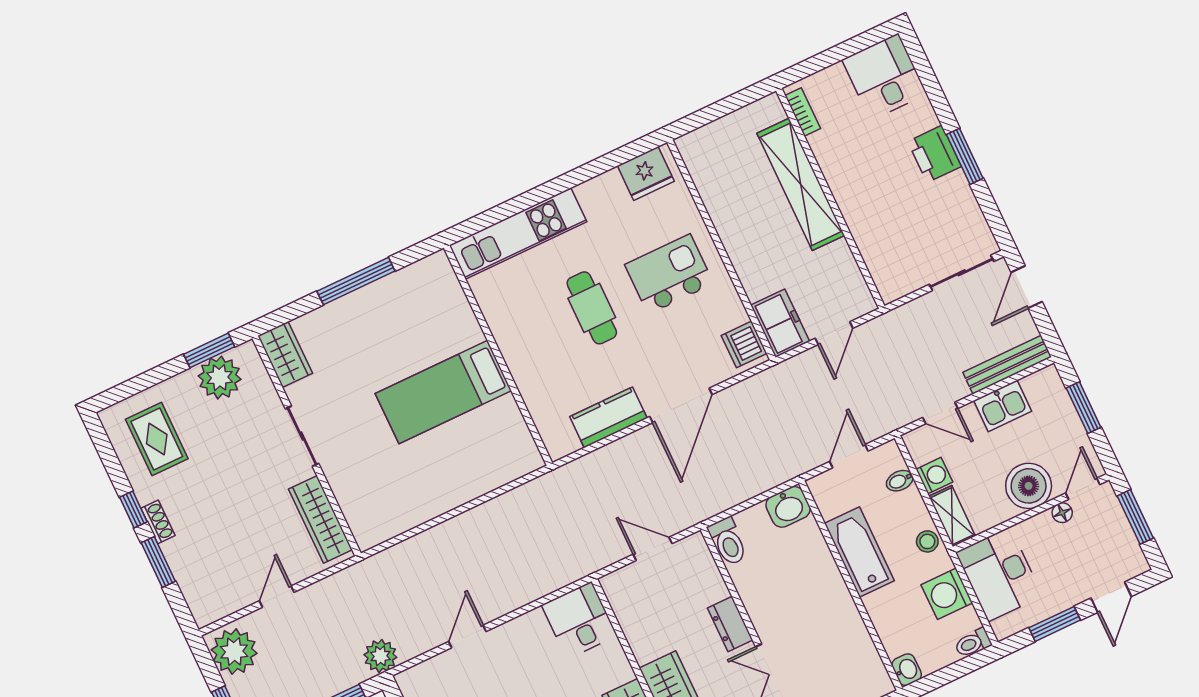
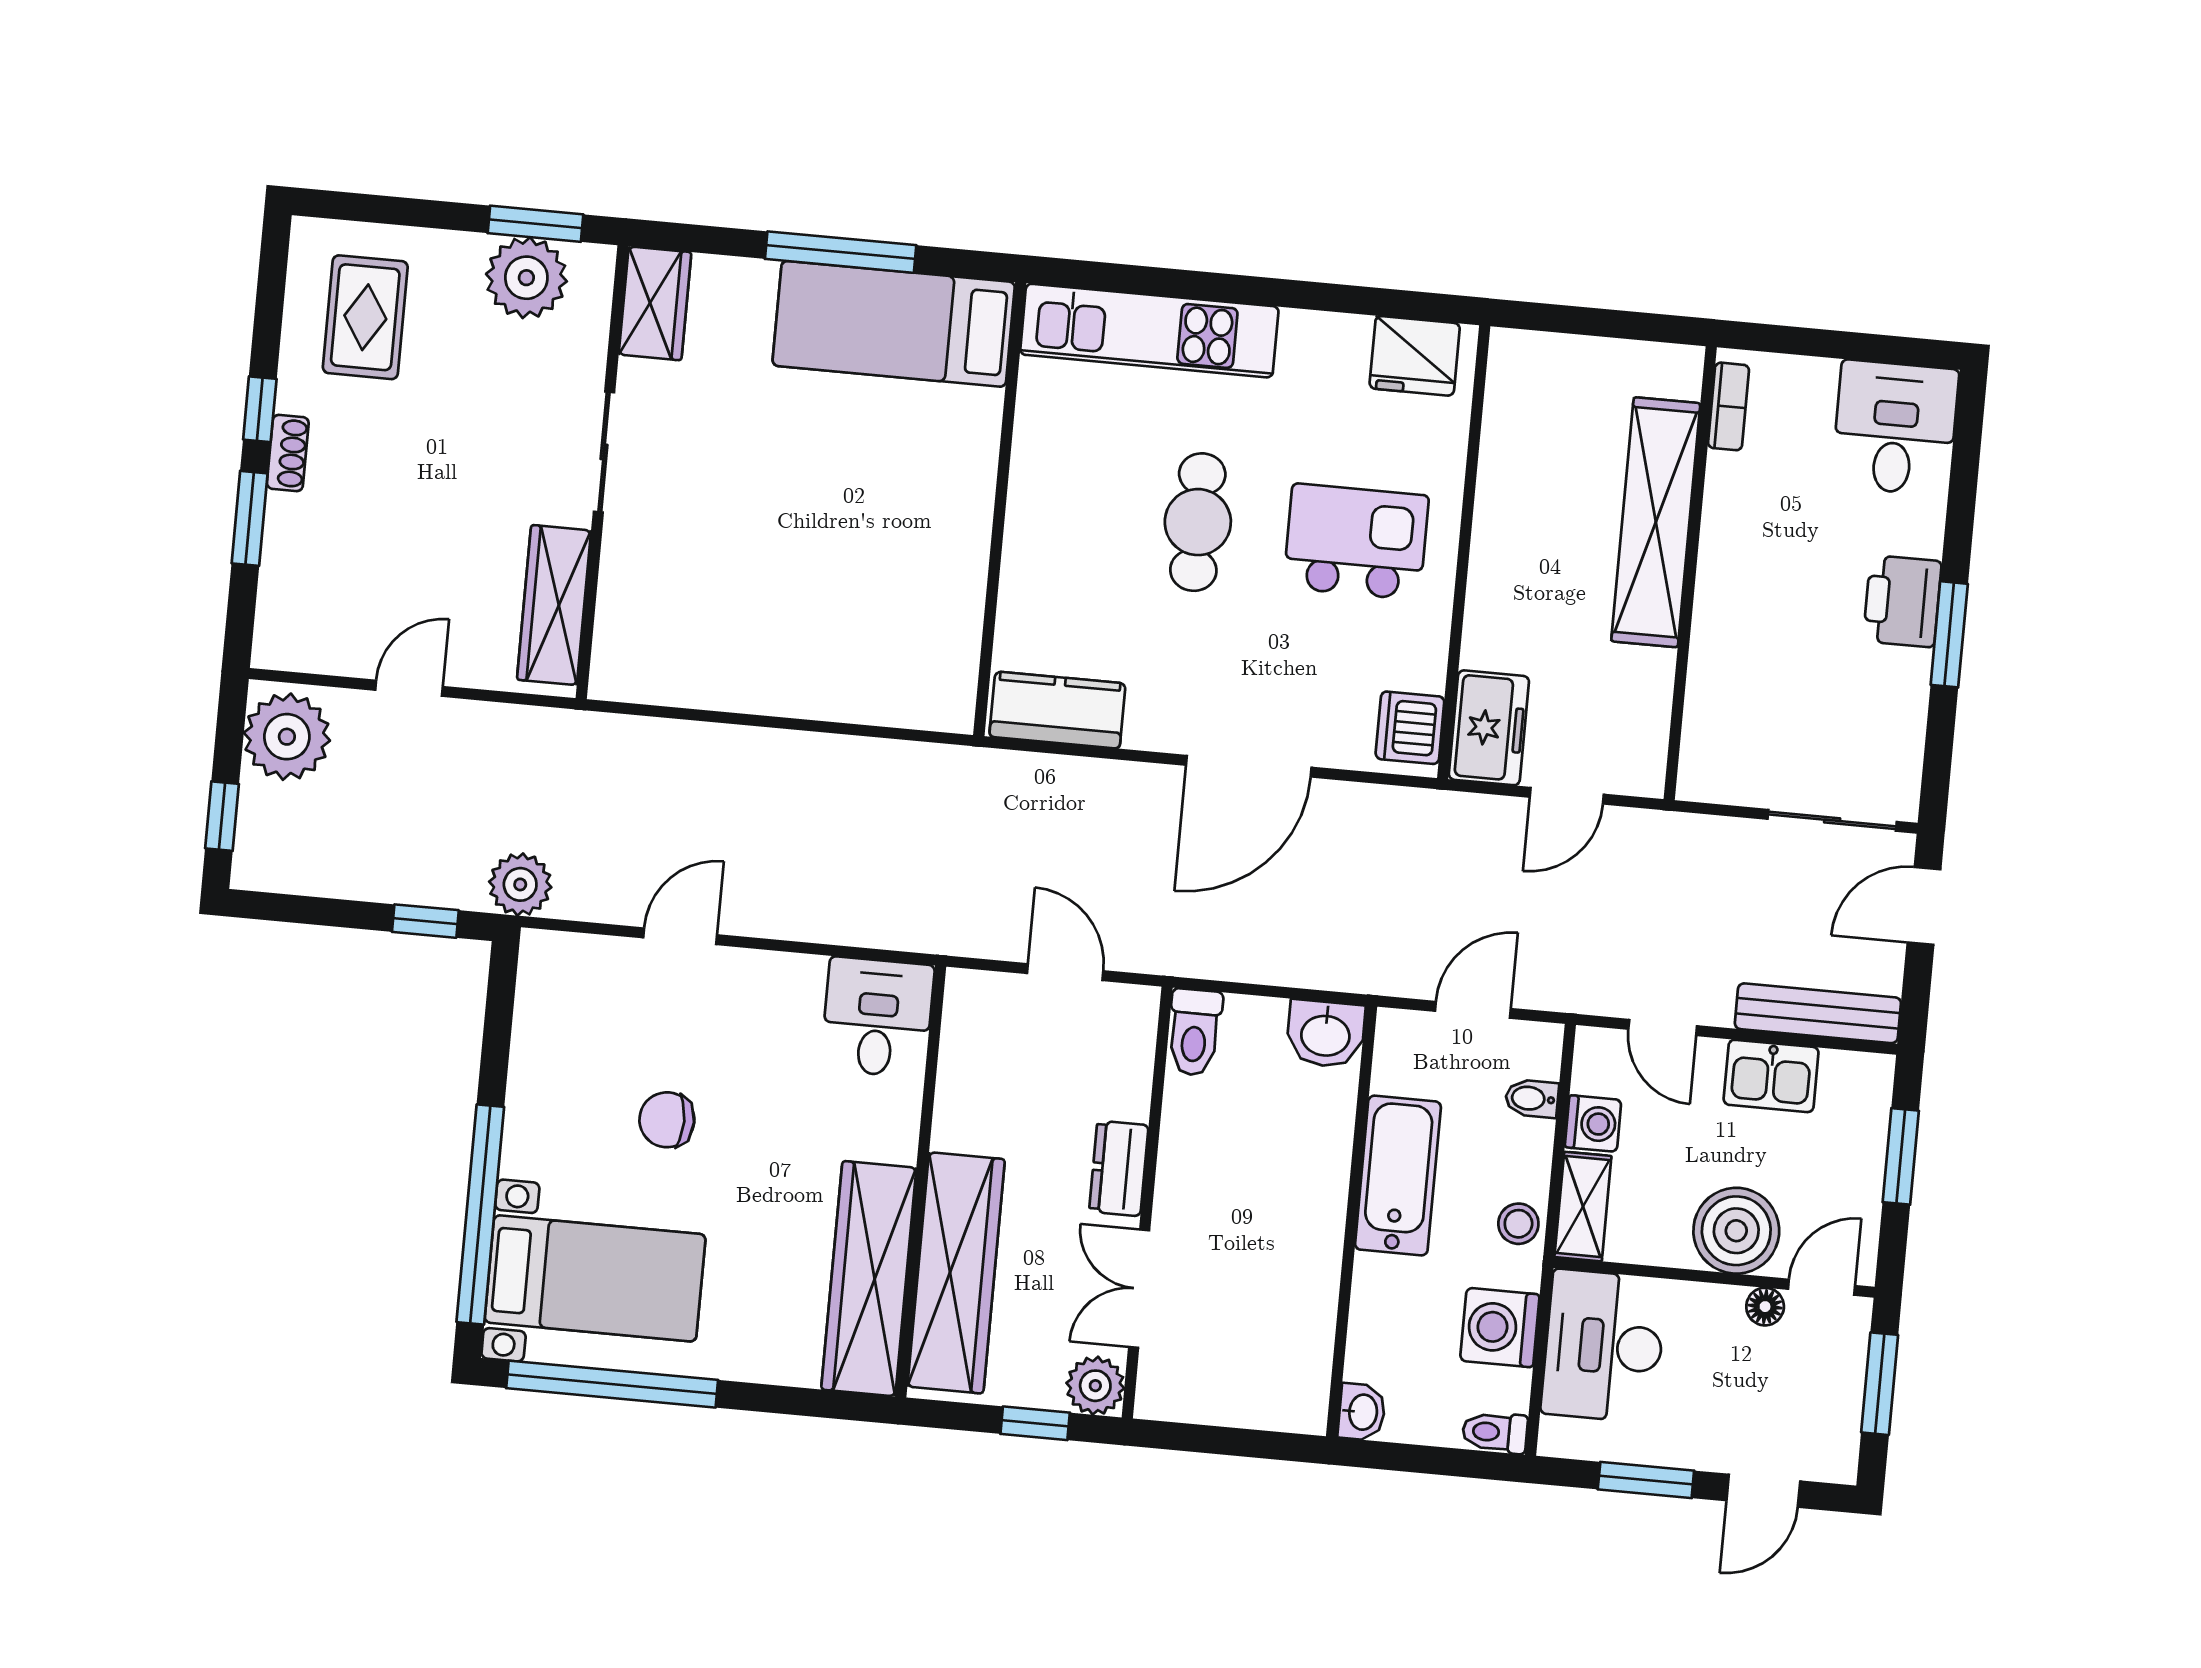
bed: (443, 392) -> (894, 324), moved
kitchen counter: (608, 417) -> (1057, 710), moved

